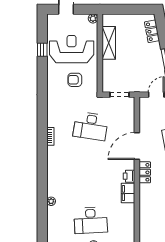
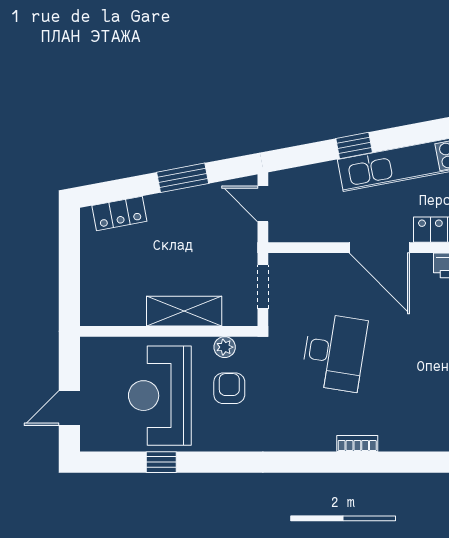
plant: (93, 18) -> (225, 347), moved
shelving: (109, 43) -> (184, 311), moved
armchair: (75, 80) -> (229, 388), turned 180

